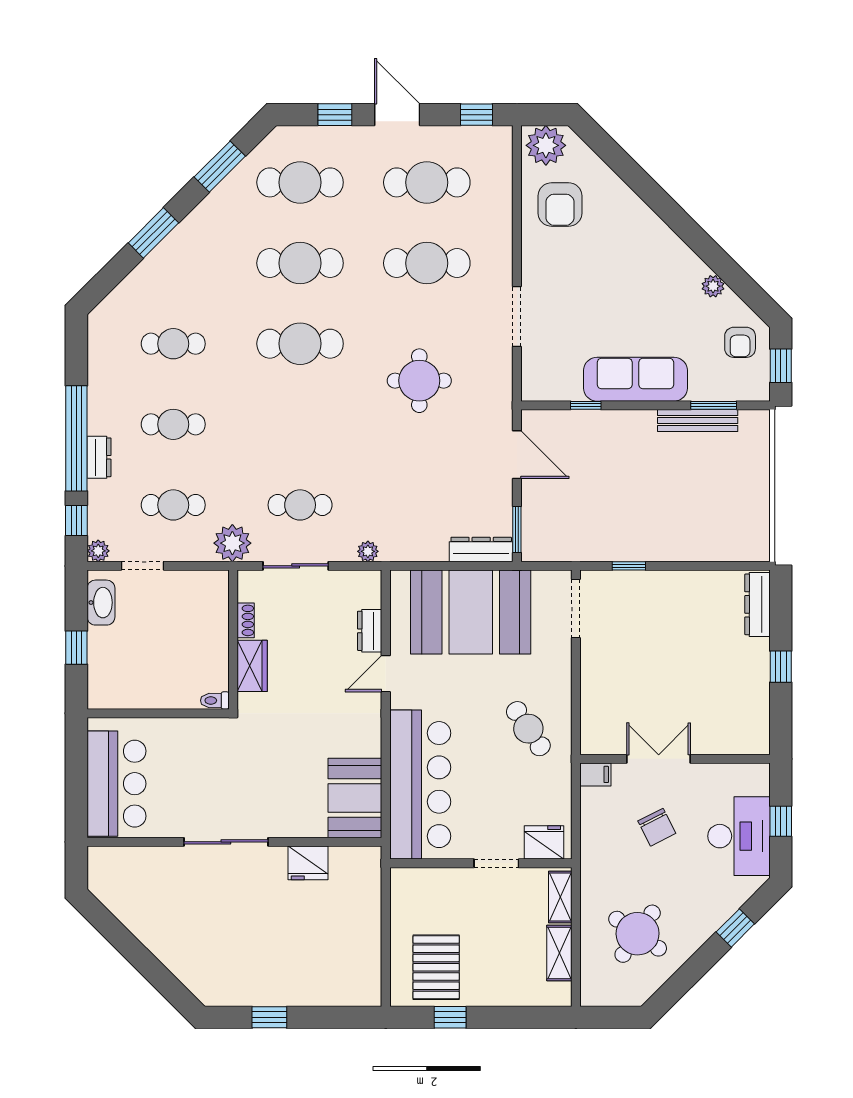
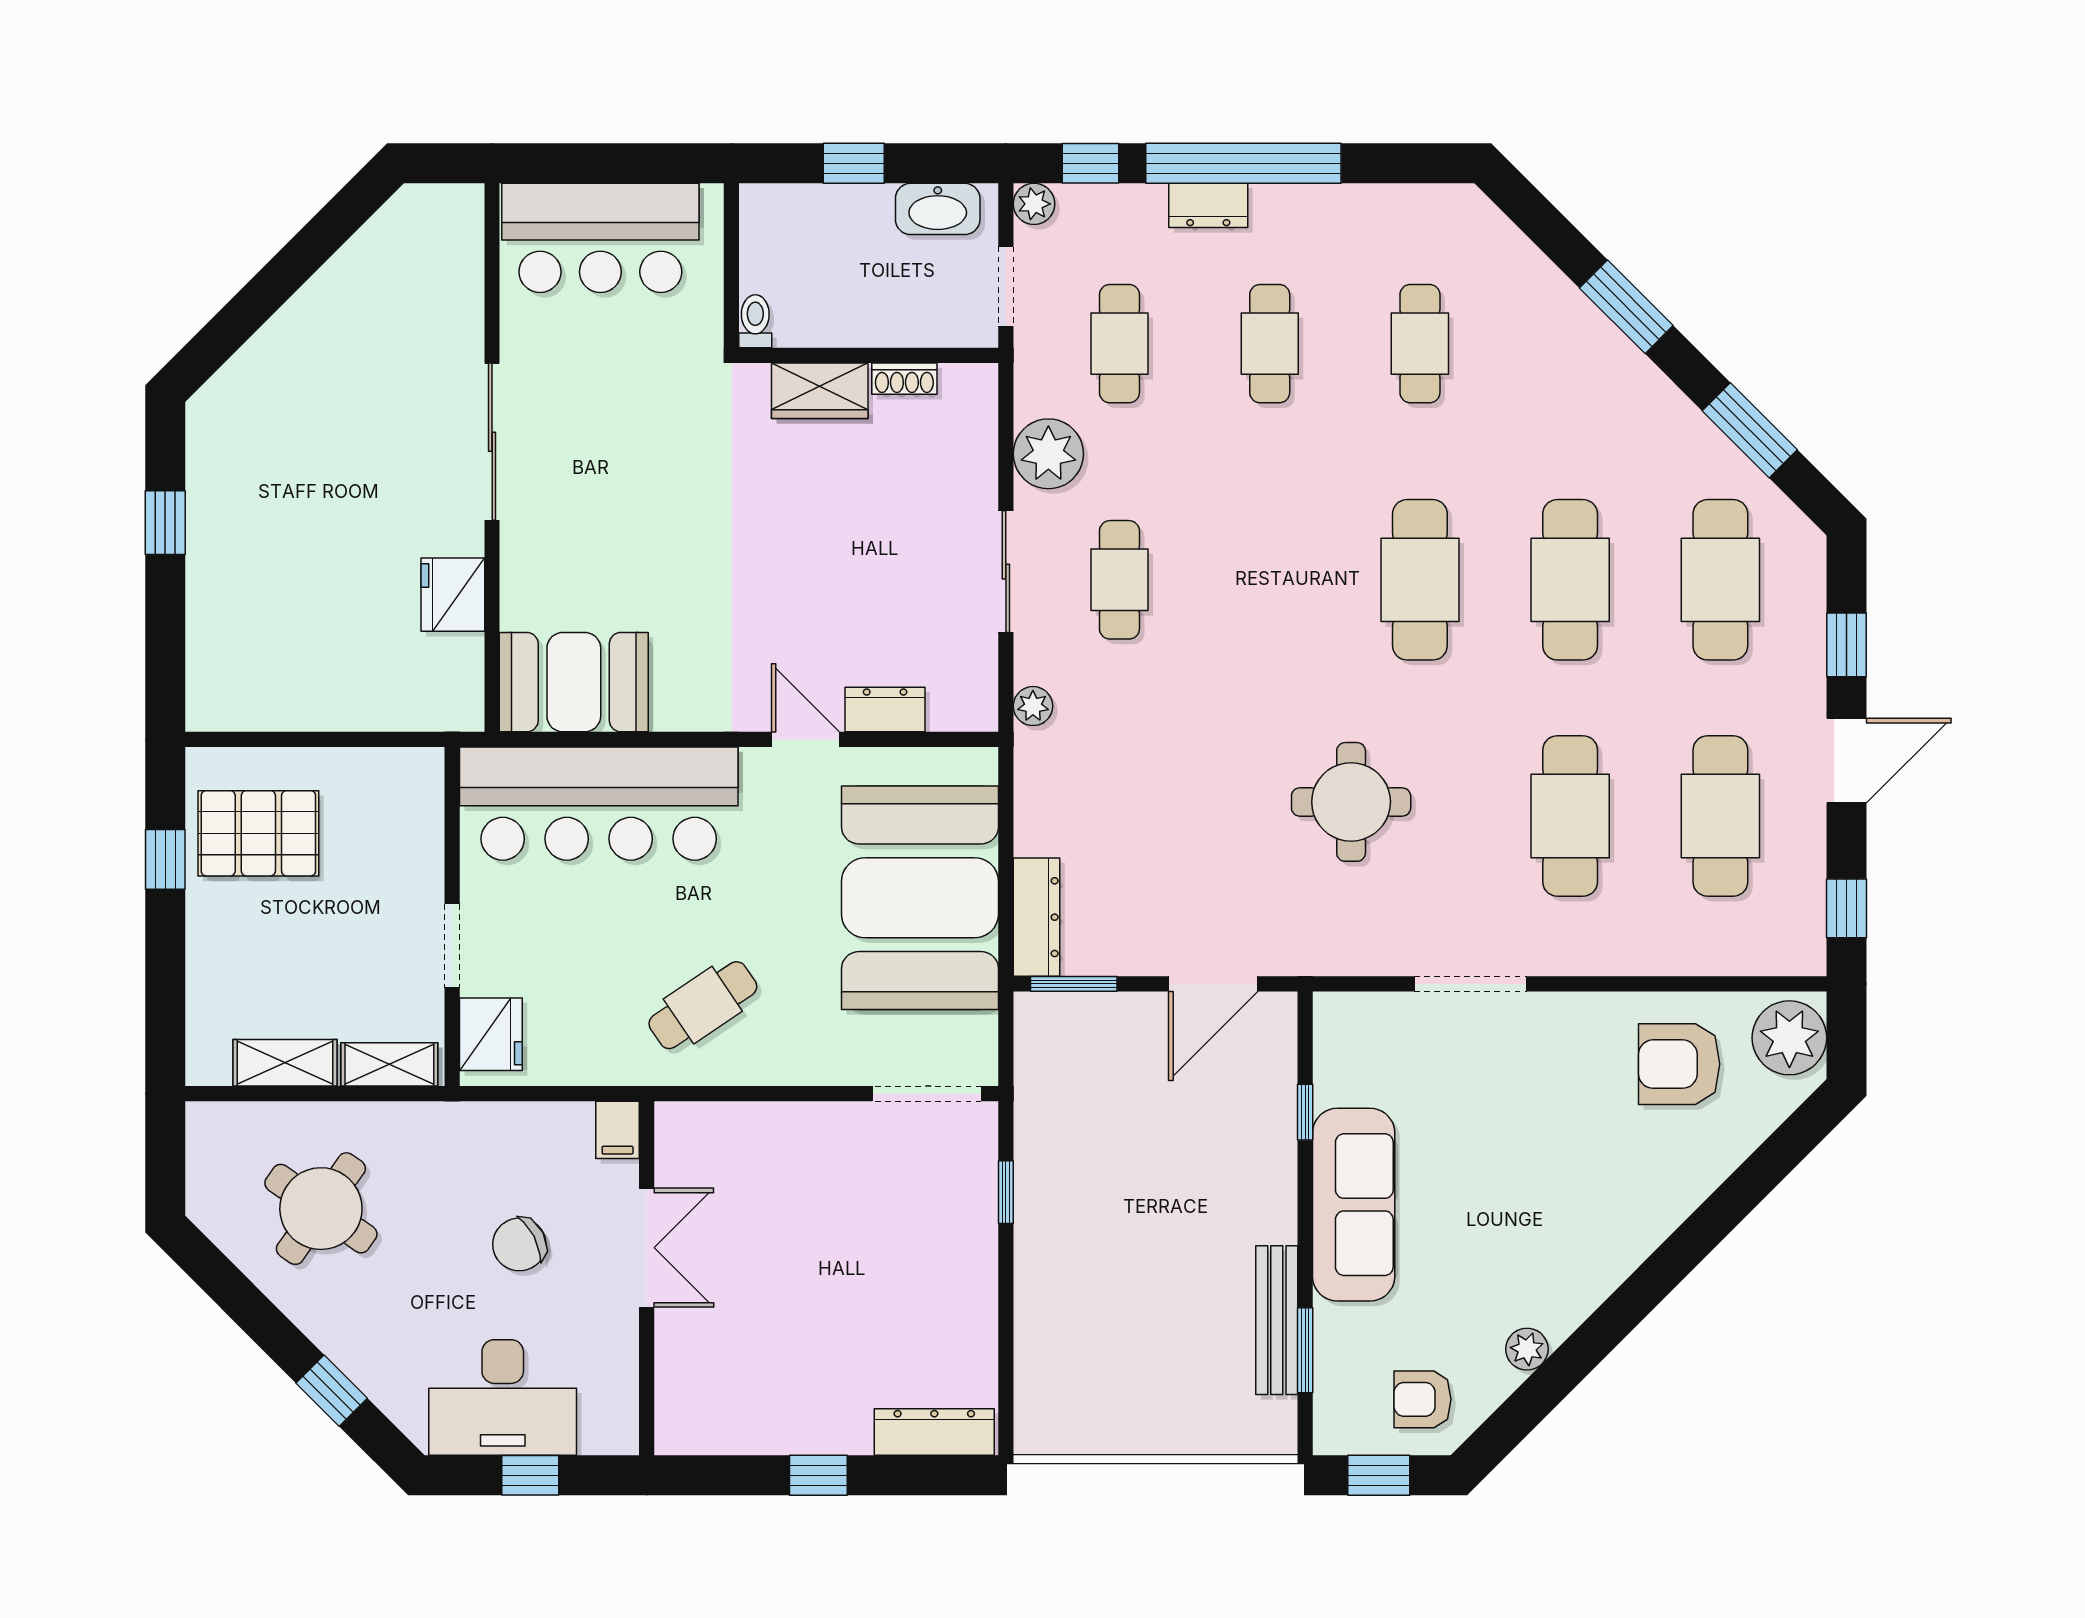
shoe rack: (246, 620) -> (904, 379), moved
wall: (233, 640) -> (869, 355), moved
wardrobe: (252, 666) -> (820, 391), moved
toilet: (215, 700) -> (755, 321), moved

